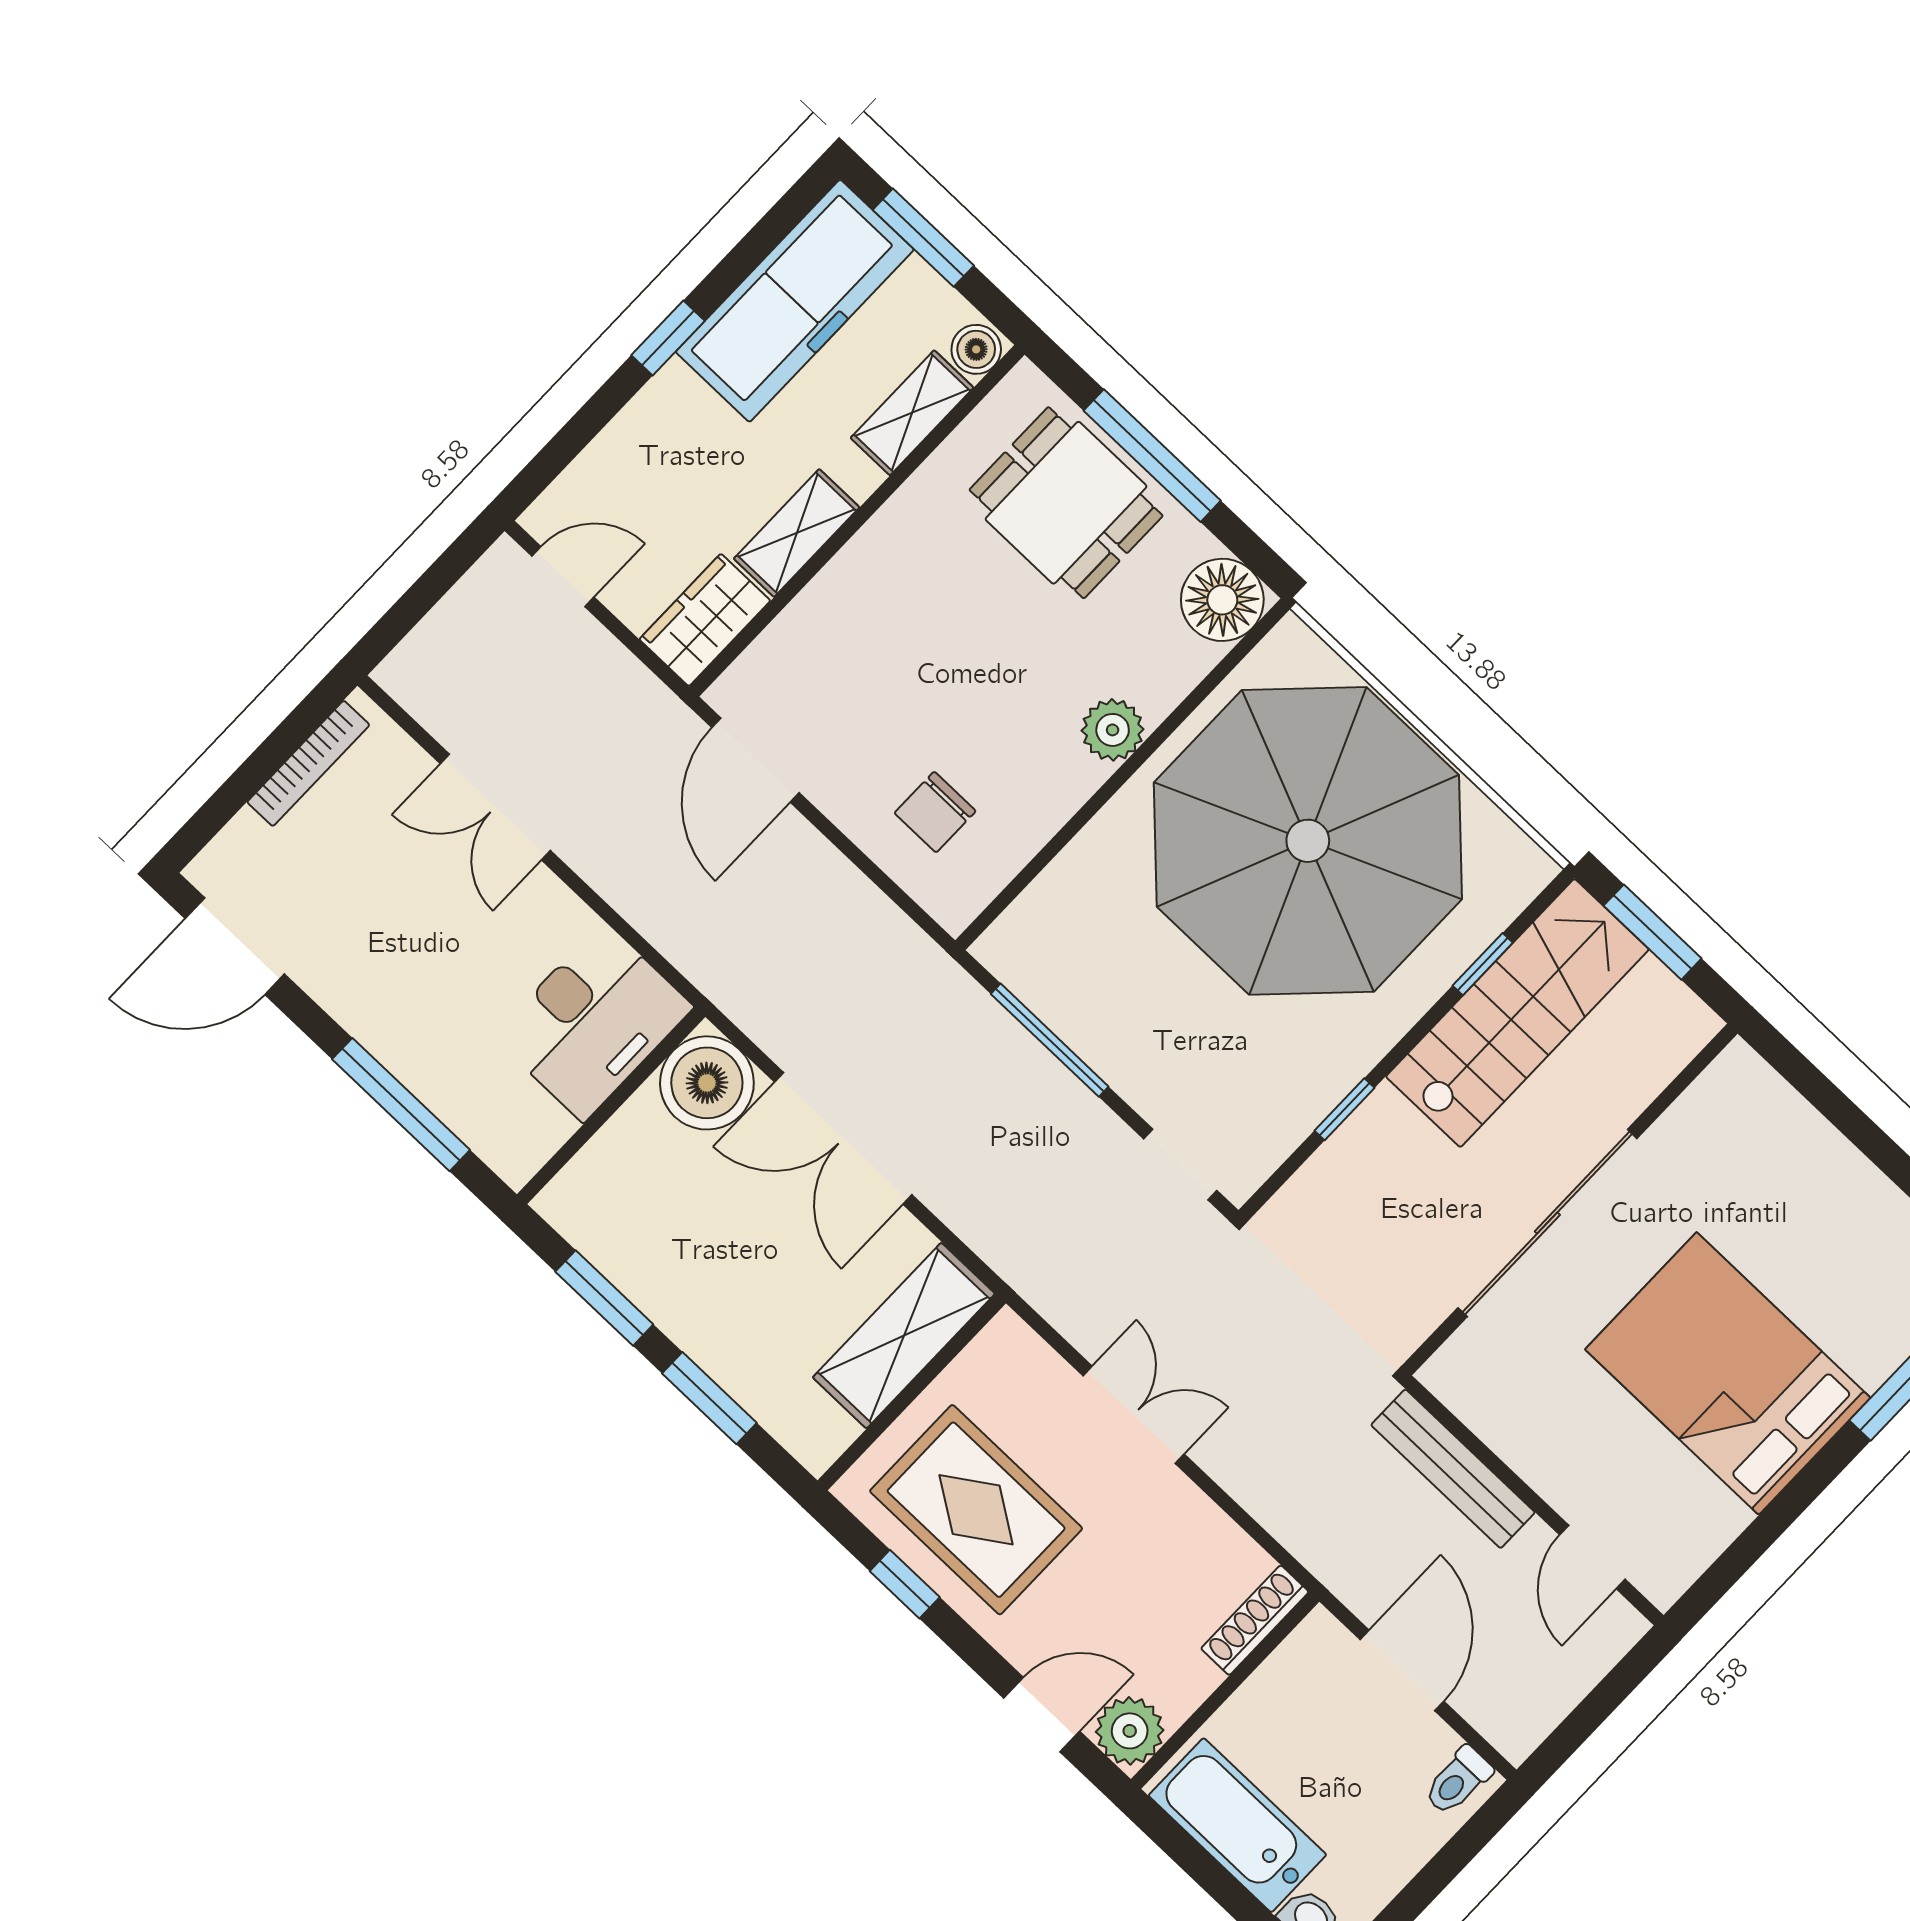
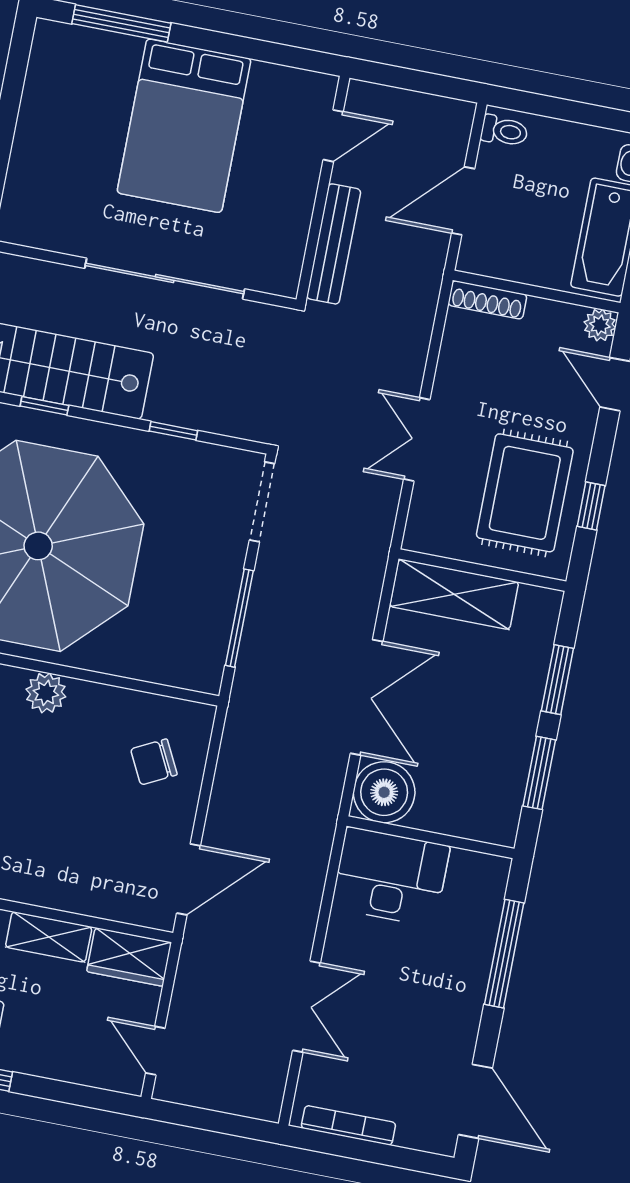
chair: (935, 812) -> (154, 762), turned 153
doorway: (1180, 1165) -> (262, 502), width x1.38
plant: (1130, 1731) -> (600, 325), width x0.73, depth x0.73

